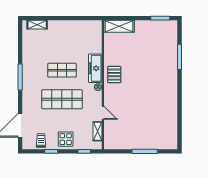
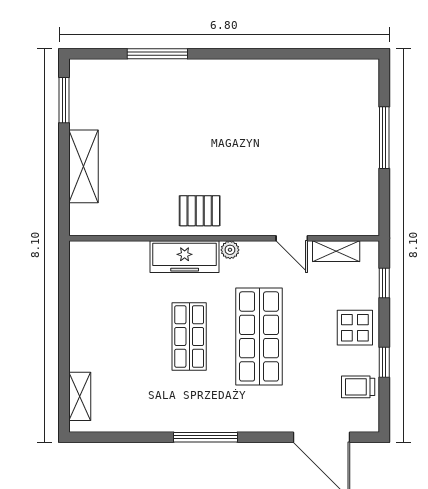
shelving: (119, 26) -> (83, 166), moved
door: (103, 113) -> (292, 238), swing flipped

